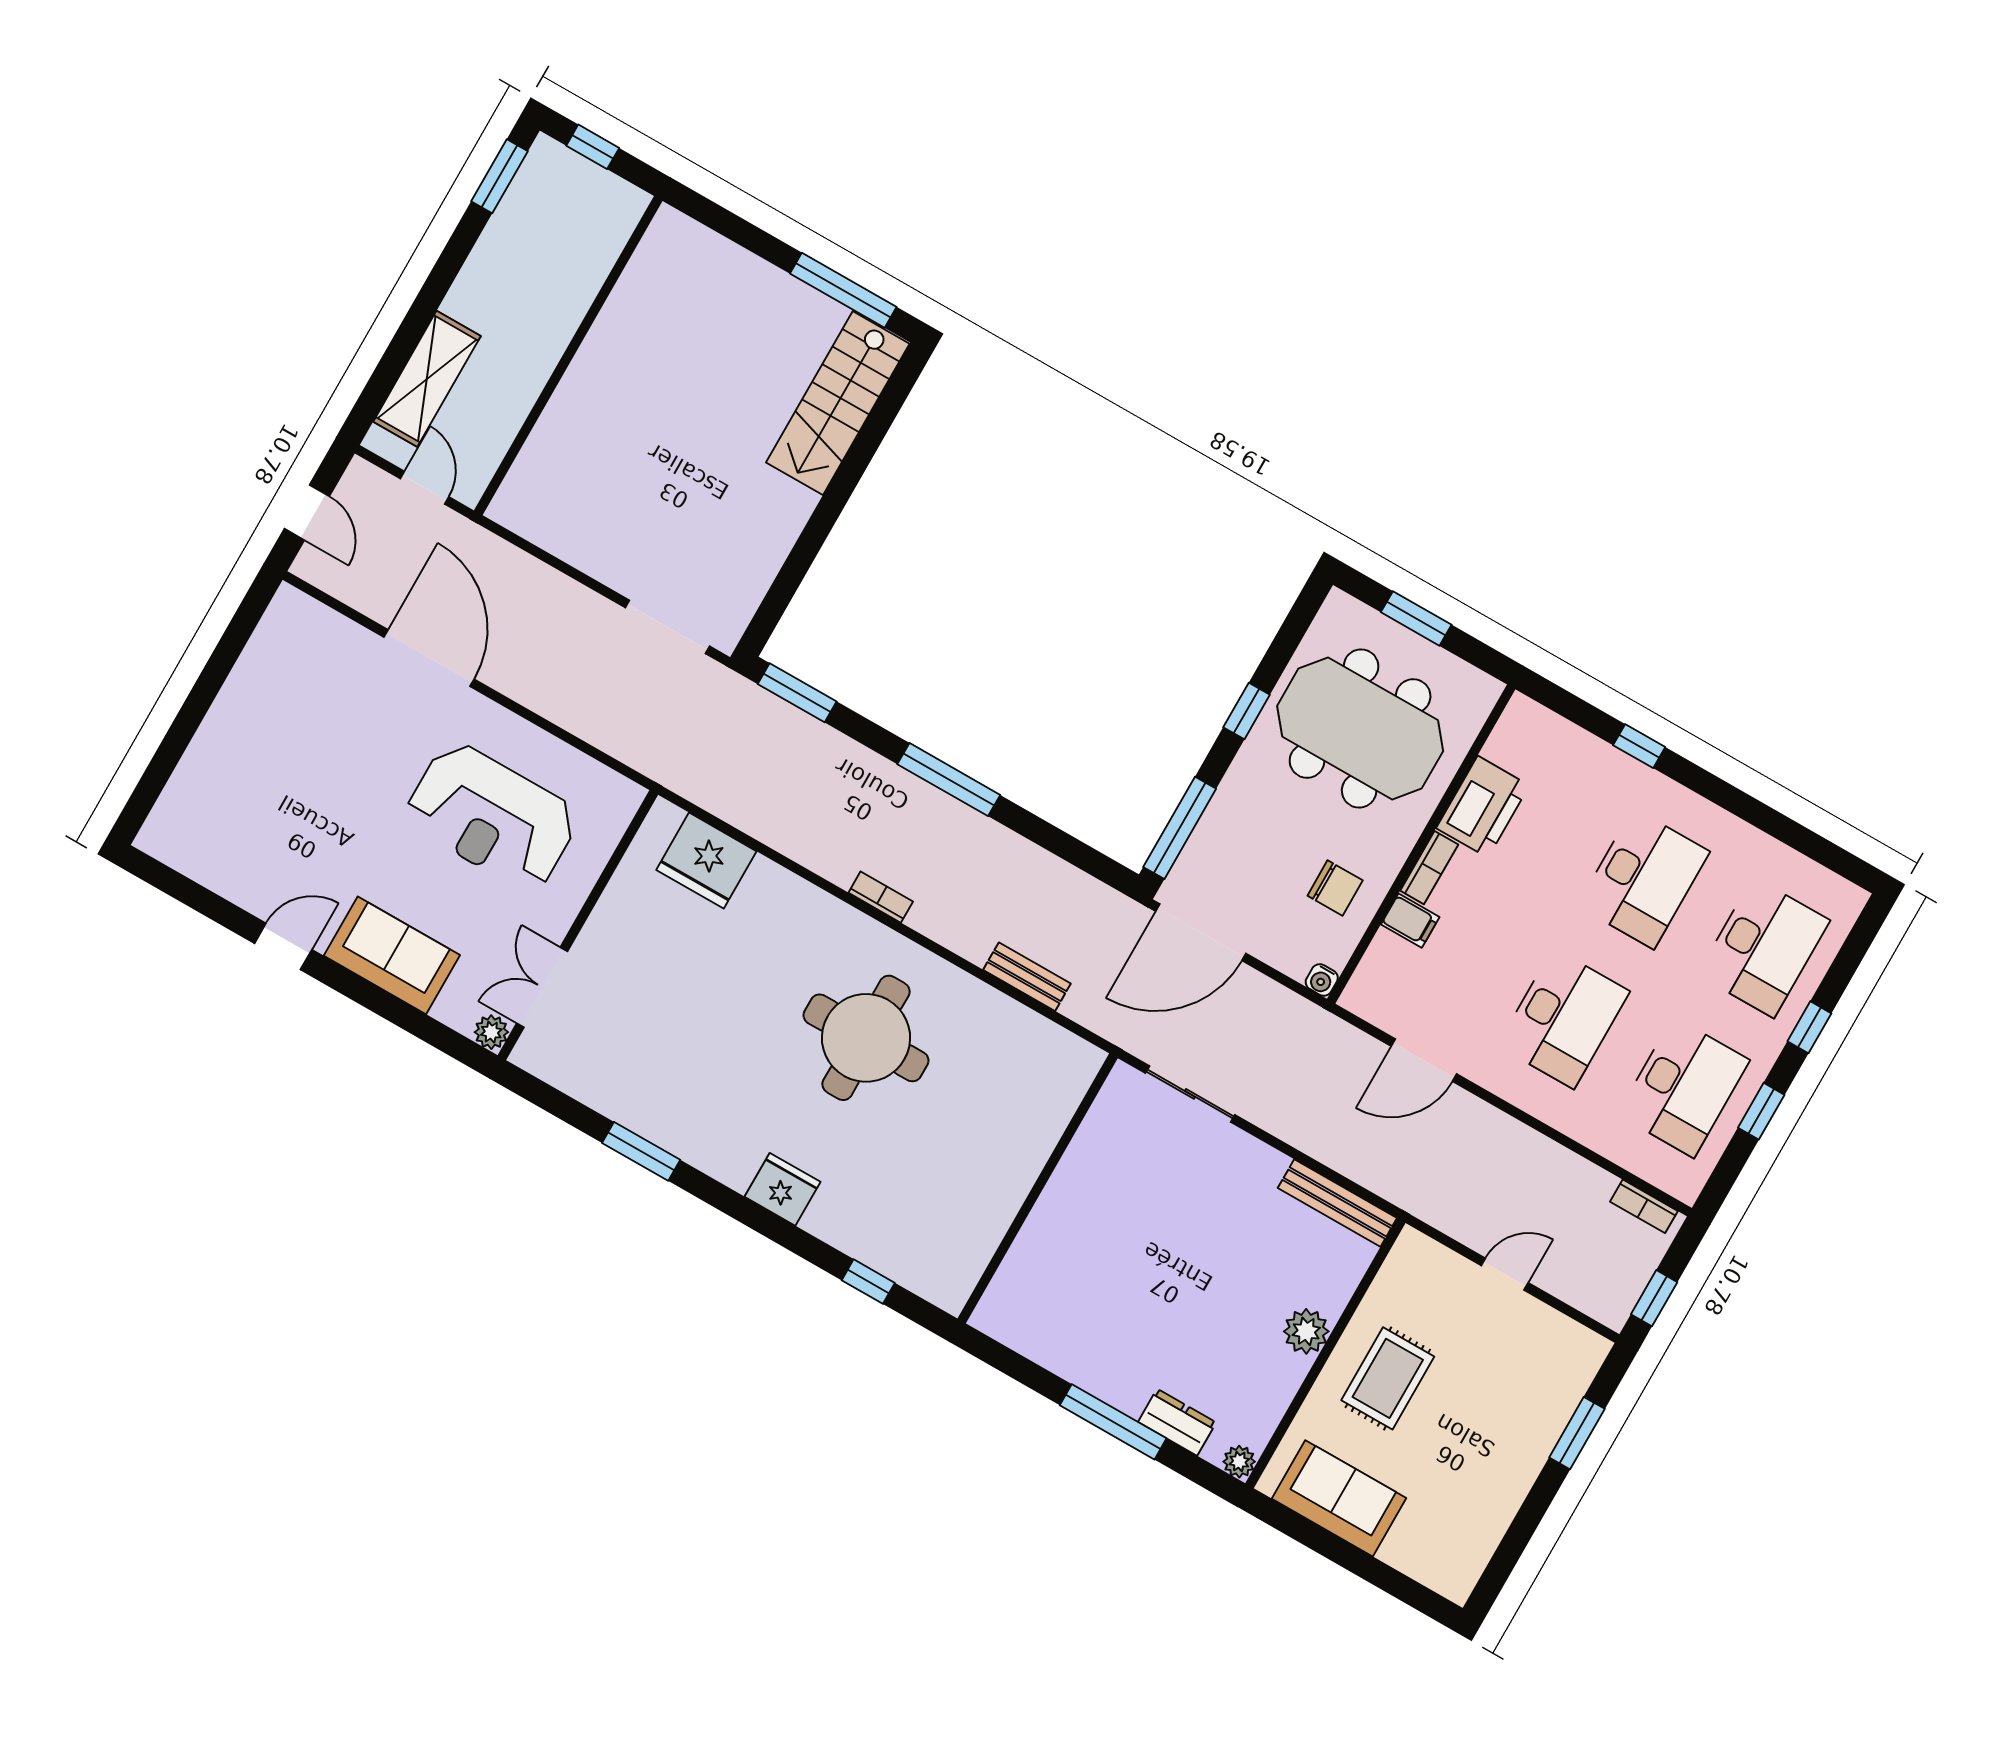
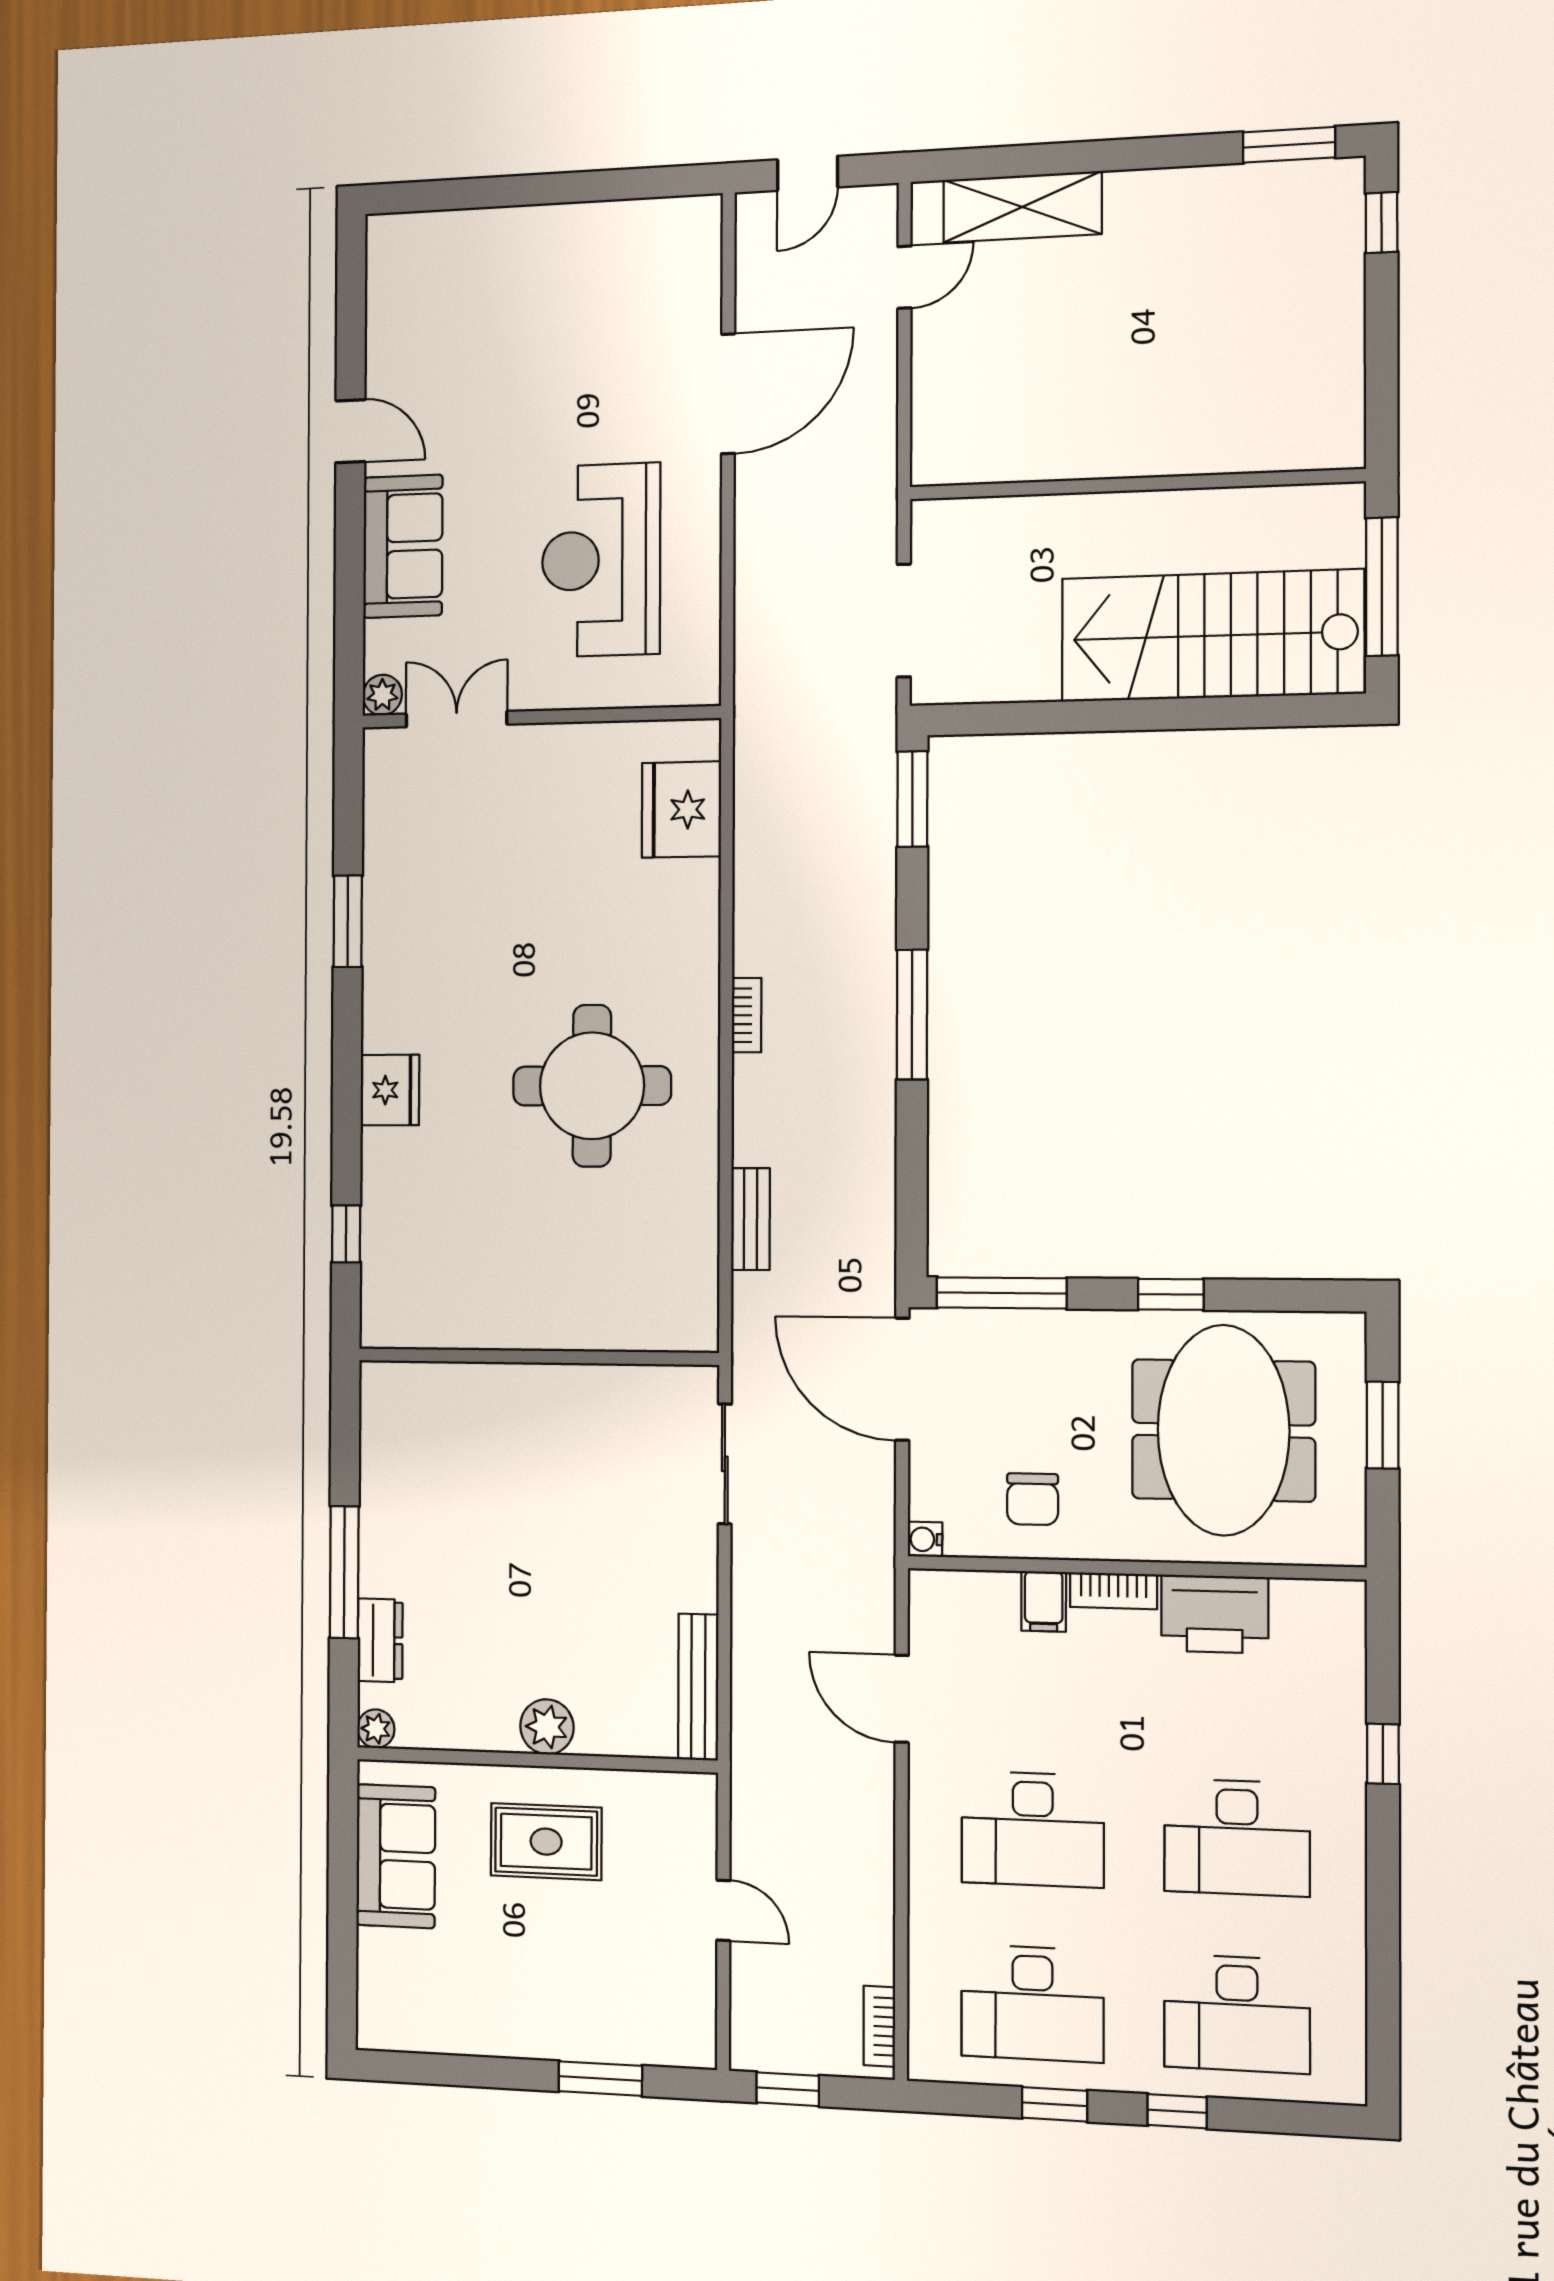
wall: (568, 356) -> (1135, 484), moved
stairs: (838, 403) -> (1212, 636), width x1.36, depth x1.51

